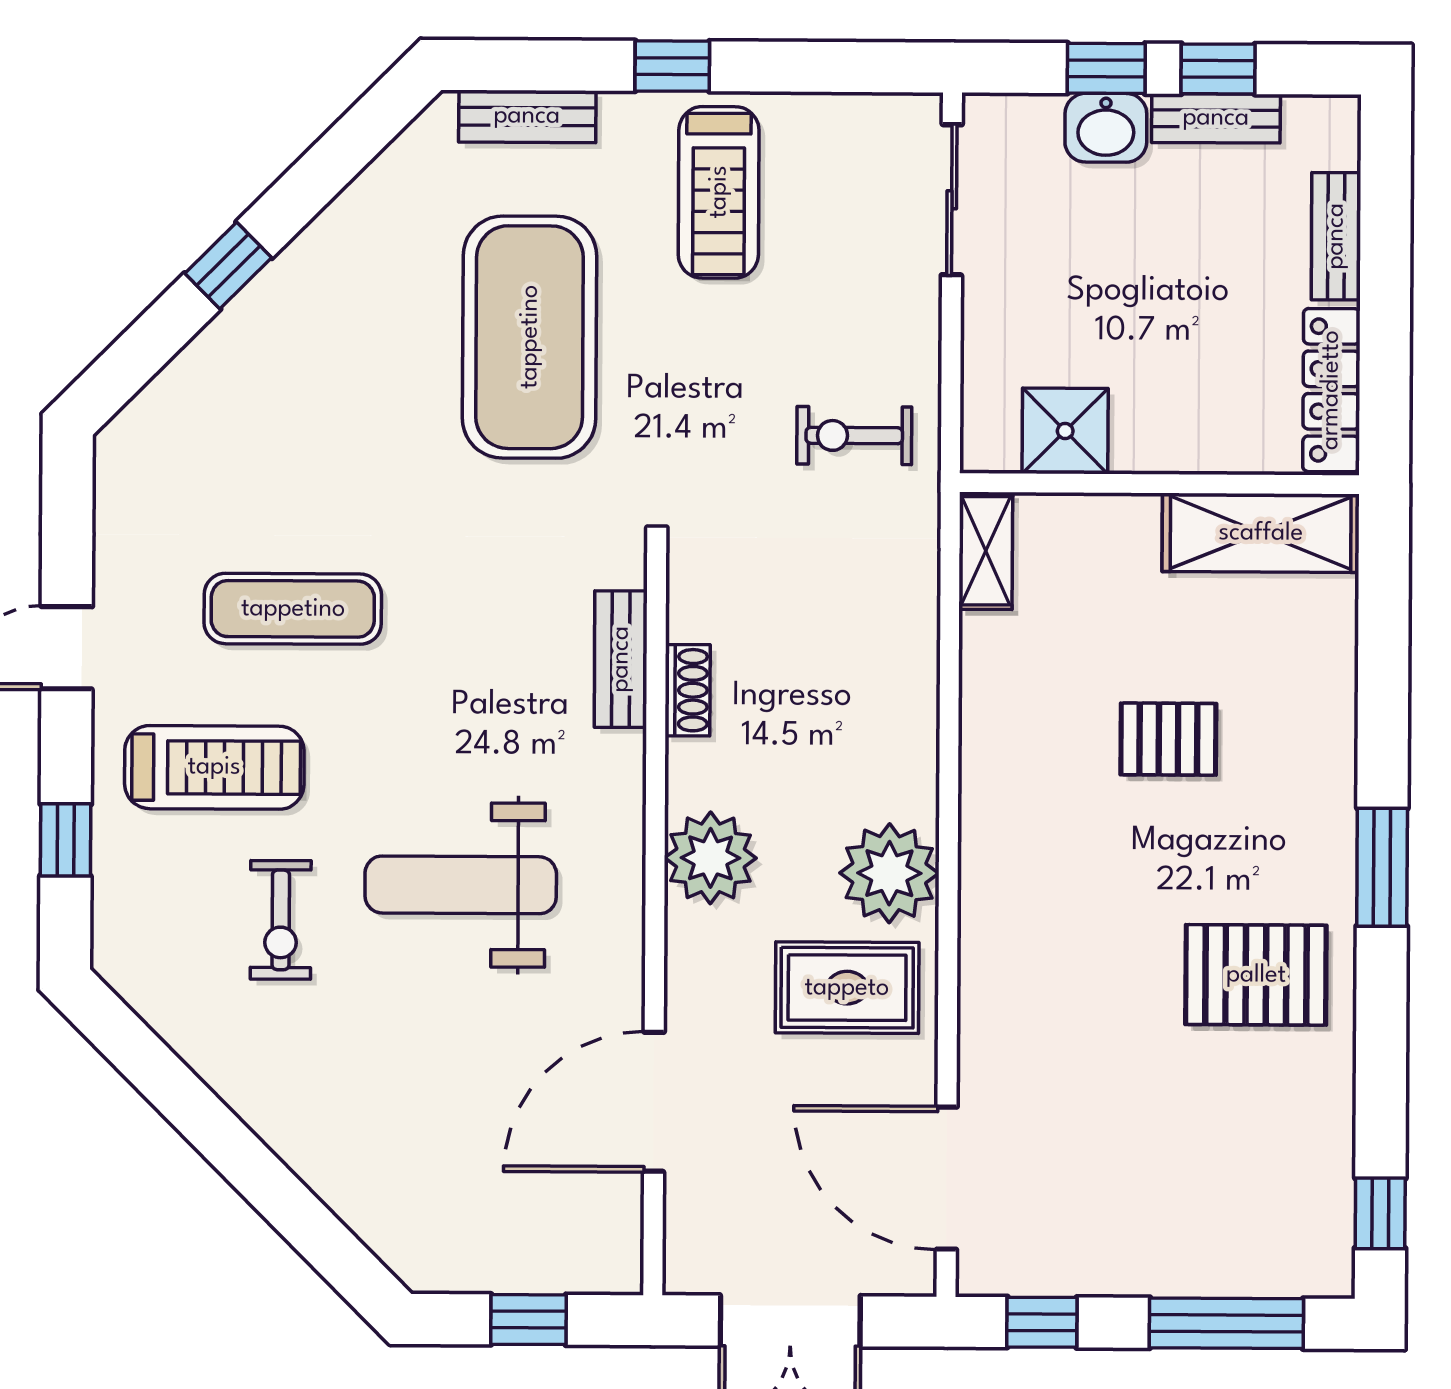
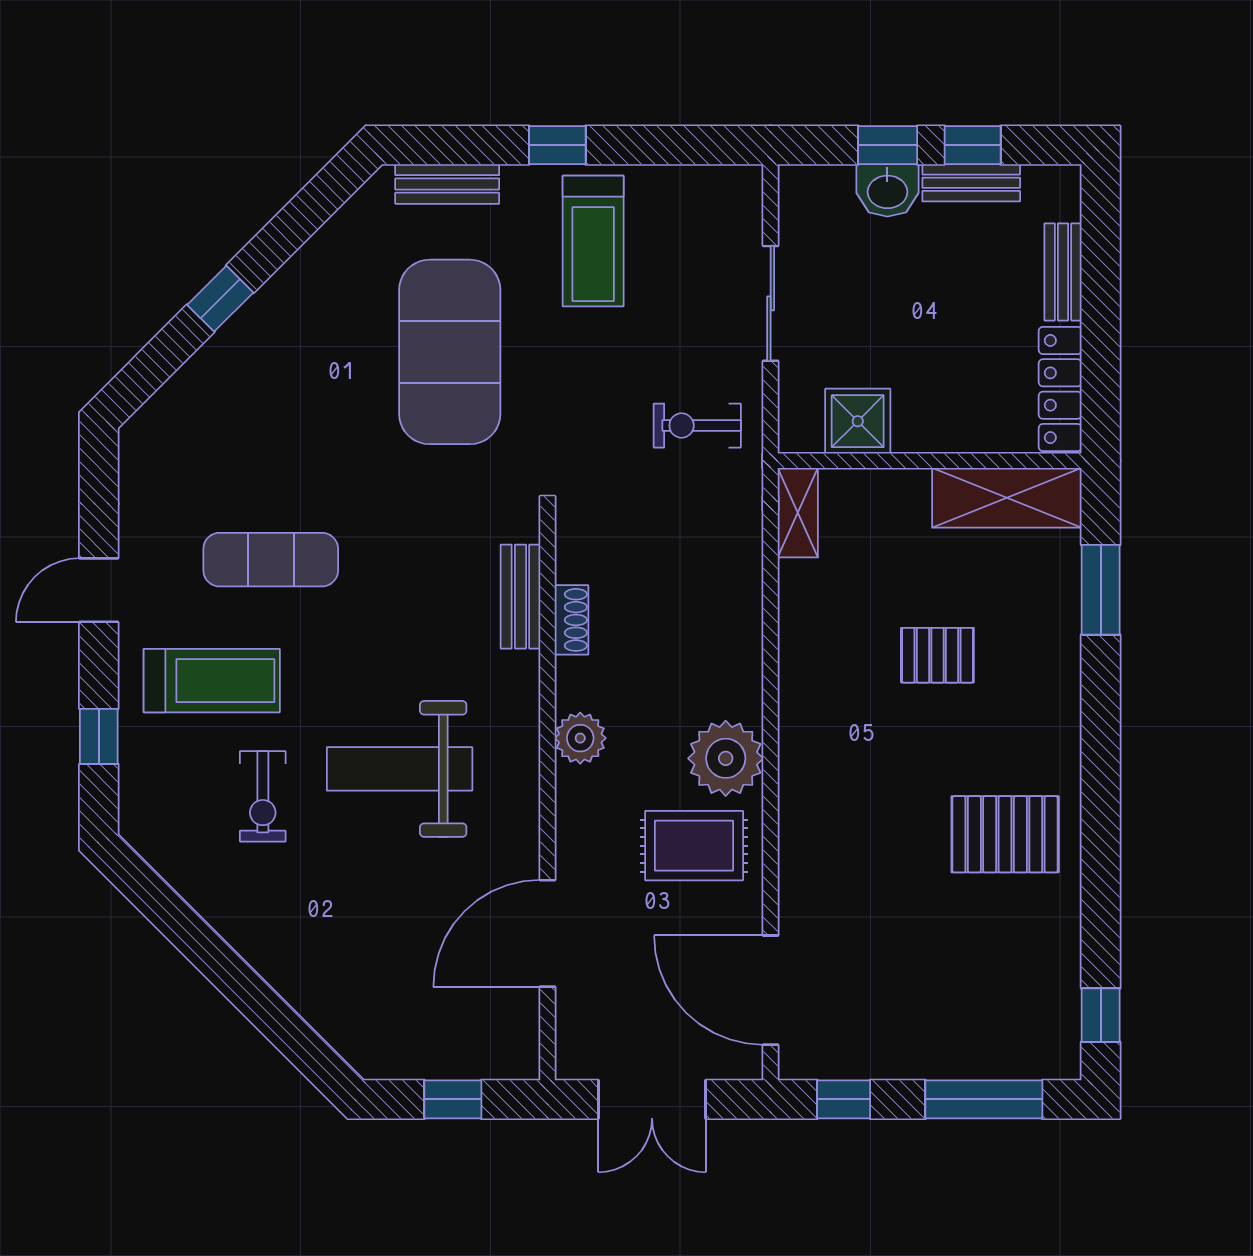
sliding door: (952, 200) -> (771, 303), moved
plant: (710, 858) -> (580, 738), width x0.73, depth x0.73
window: (1382, 867) -> (1101, 590), moved

